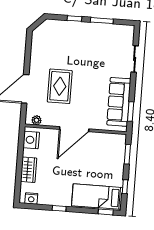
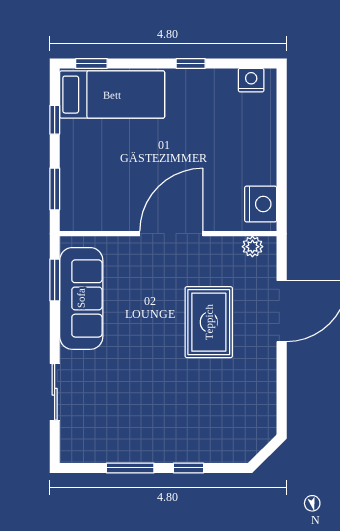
wardrobe: (29, 170) -> (261, 140), removed

